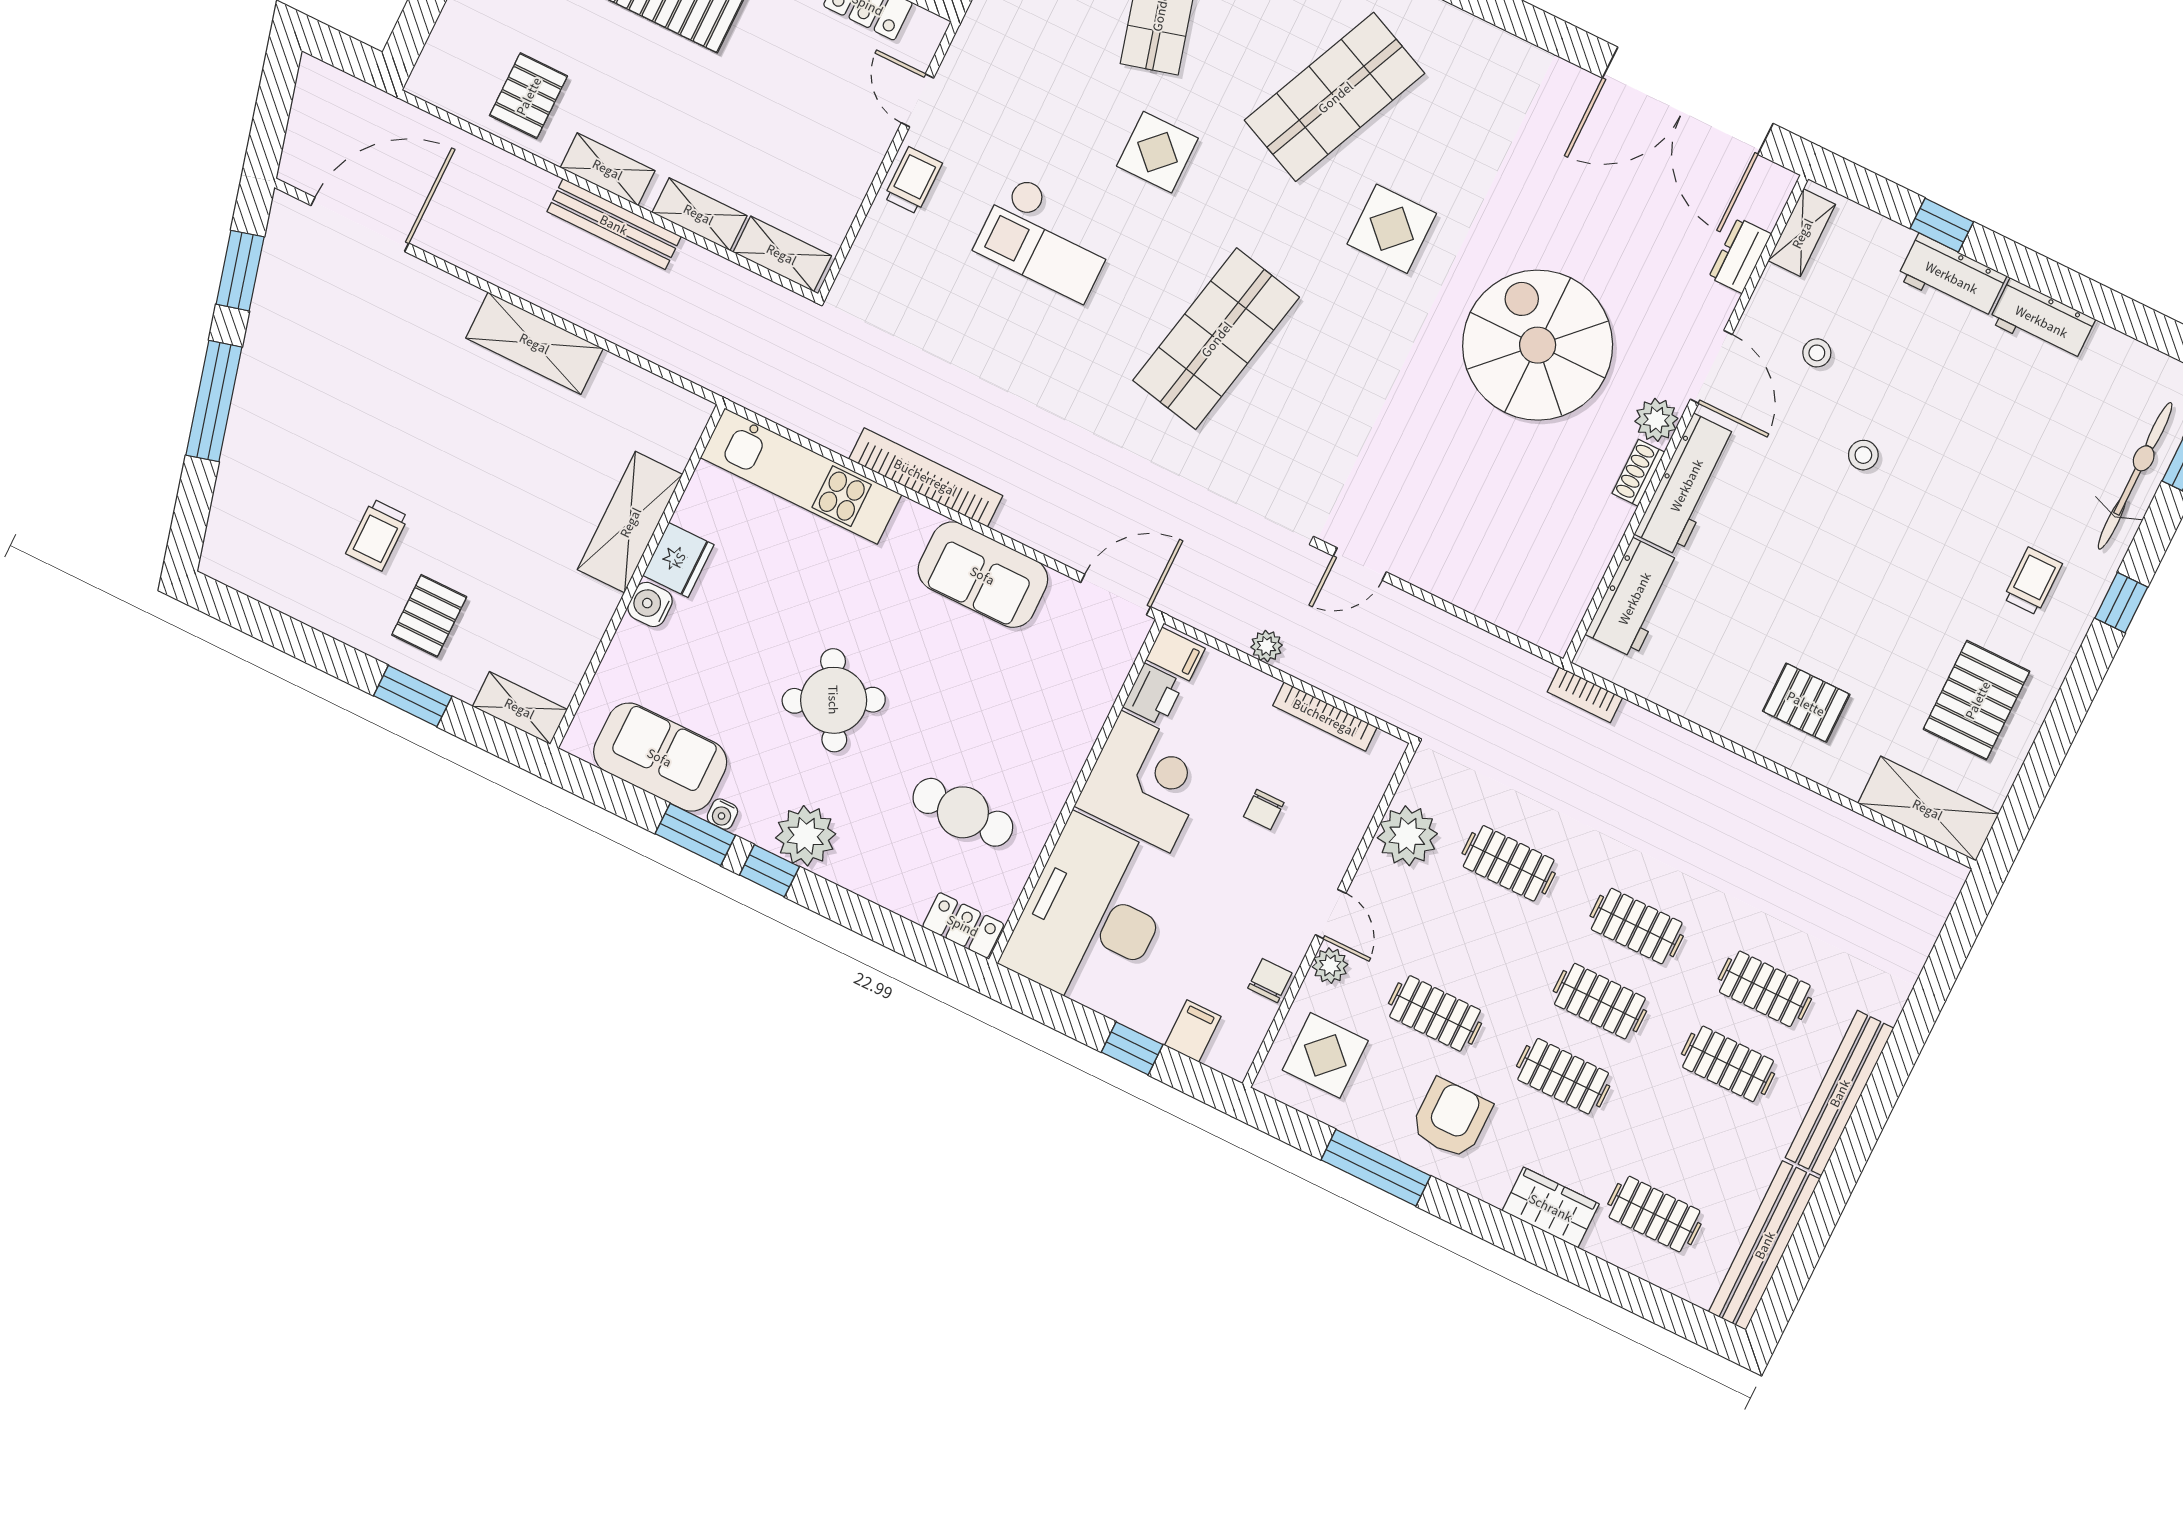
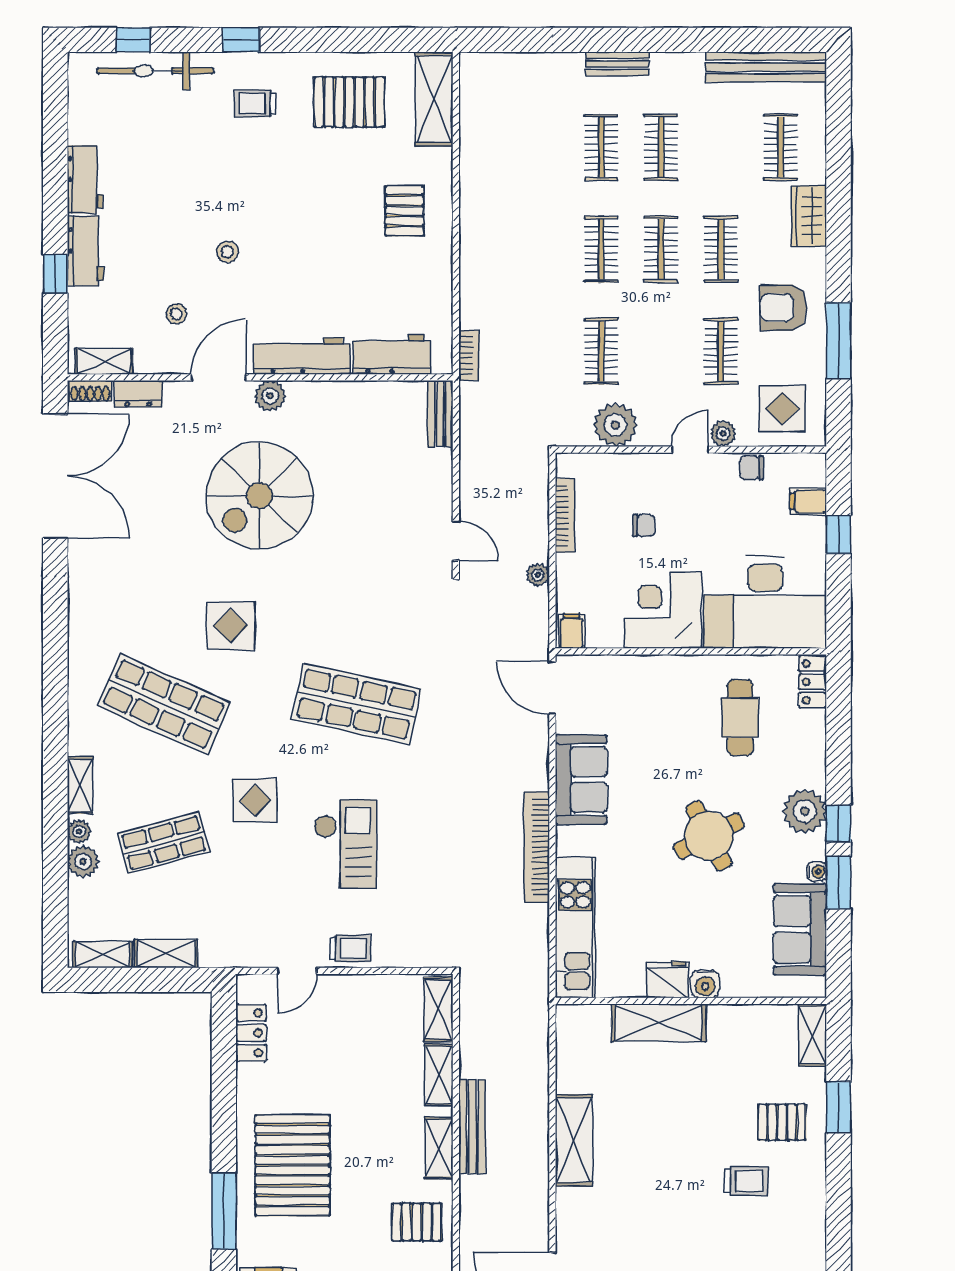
trolley: (913, 180) -> (350, 949), turned 180
shoe rack: (1638, 473) -> (90, 391), moved
bench: (1529, 623) -> (440, 414), added
printer: (1153, 695) -> (605, 632), removed
bench: (1839, 1093) -> (617, 64), width x0.54, depth x0.82

